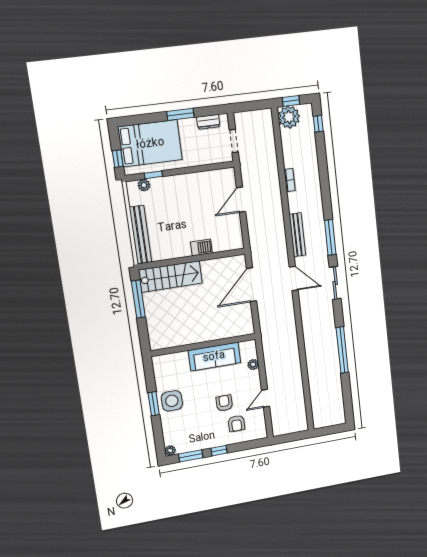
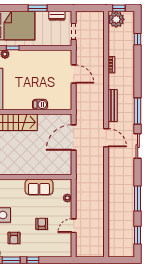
window: (318, 124) -> (138, 39), moved
door: (241, 200) -> (74, 74), swing flipped
window: (342, 350) -> (138, 198), width x0.68
sofa: (214, 356) -> (39, 187), width x0.73
window: (347, 396) -> (138, 235), added
armchair: (236, 423) -> (14, 238), moved

